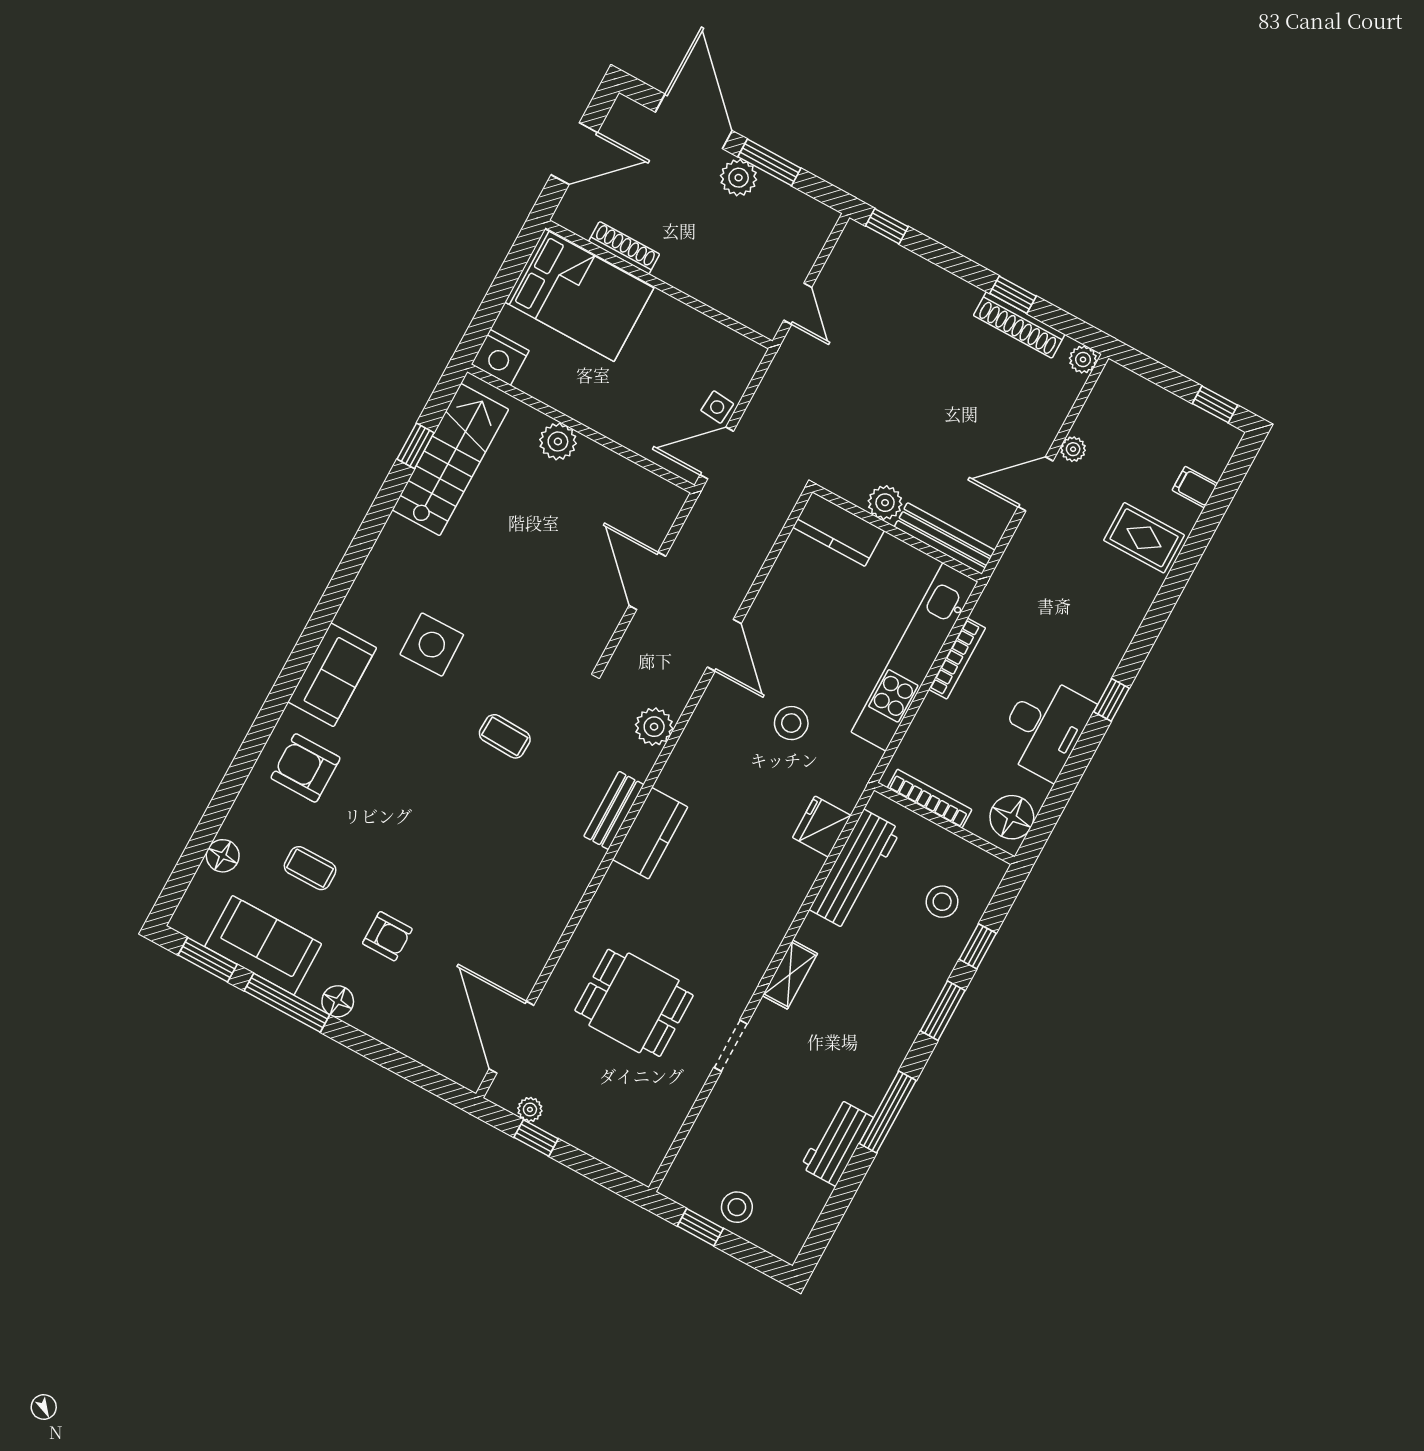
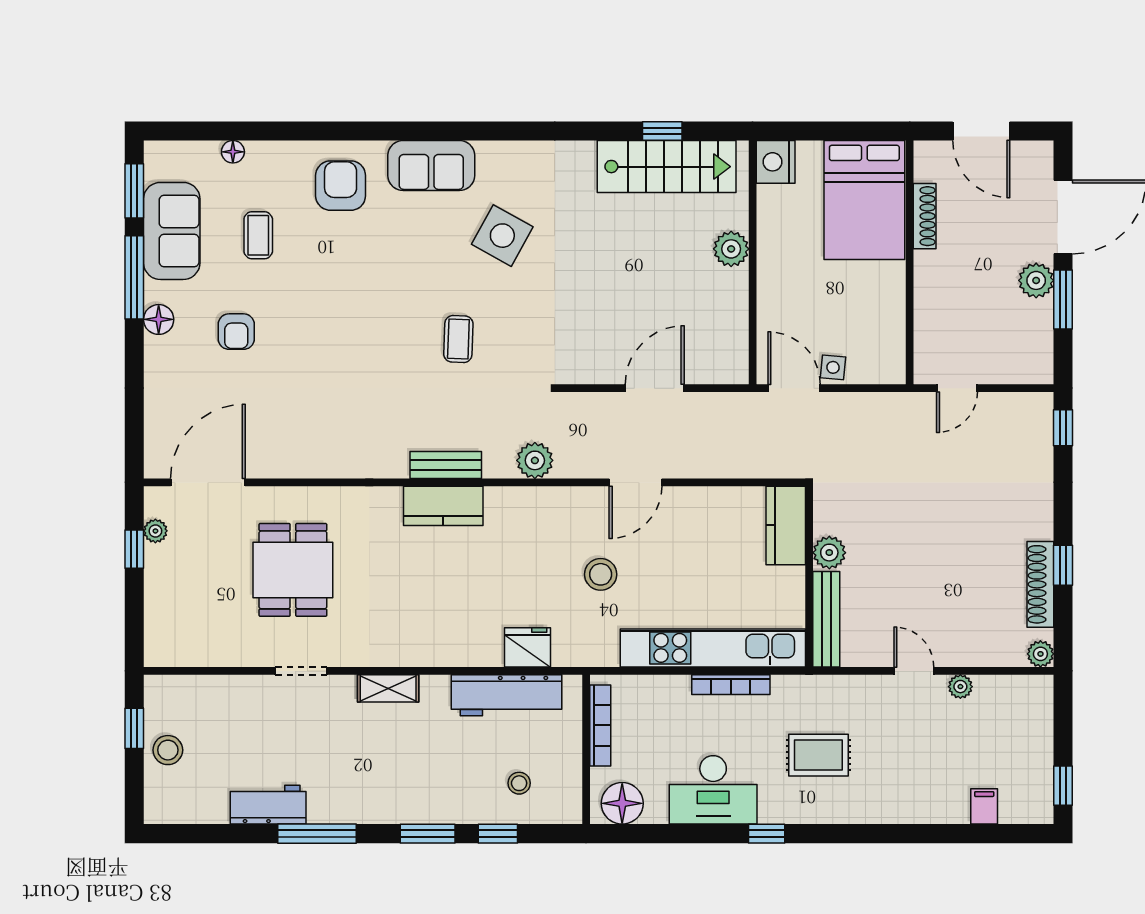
door: (1036, 484) -> (914, 671), width x0.73
rug: (1144, 538) -> (818, 755), moved, turned 90
side table: (432, 645) -> (502, 236), turned 30
floor lamp: (223, 856) -> (233, 152), width x0.73, depth x0.73
stool: (942, 902) -> (519, 783), width x0.73, depth x0.73

